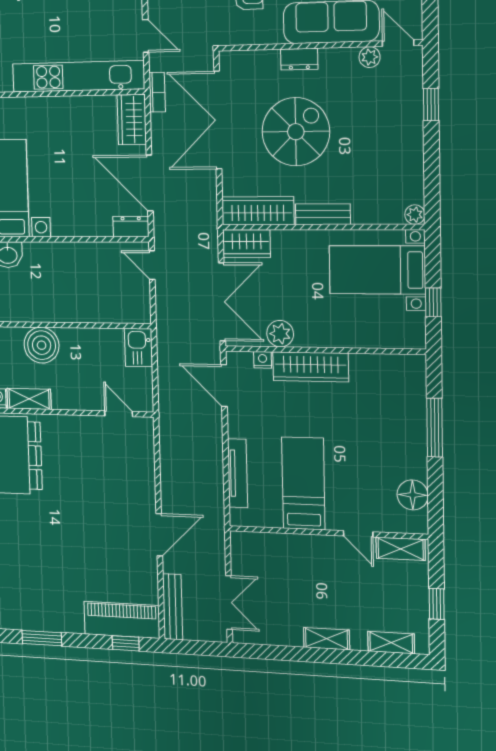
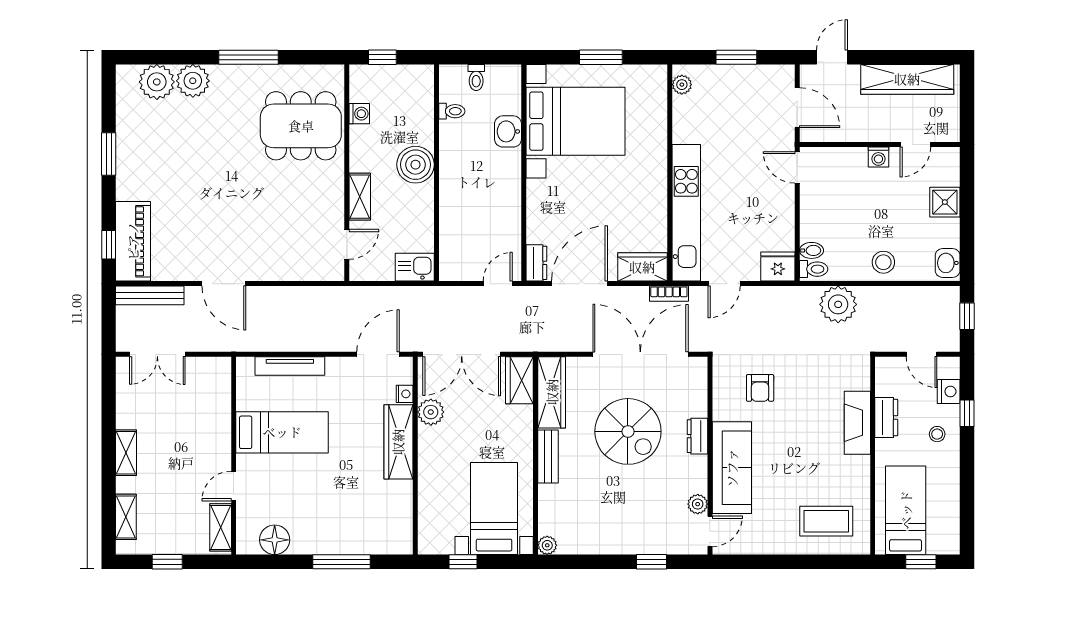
shelving: (29, 399) -> (360, 197), moved

